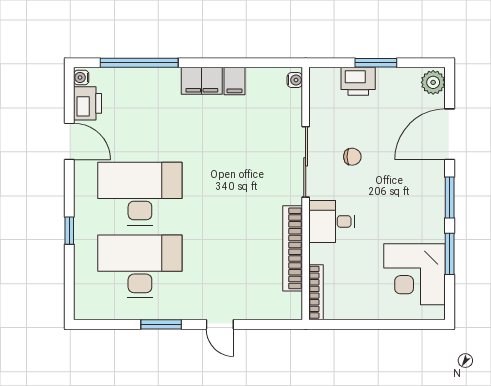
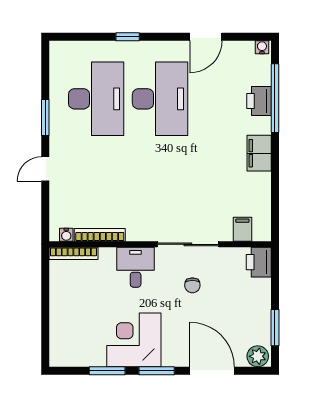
window: (376, 63) -> (275, 328), moved
water cooler: (295, 80) -> (66, 235), moved
filing cabinet: (234, 81) -> (242, 229), moved, turned 90
printer: (358, 81) -> (259, 262), moved
printer: (88, 103) -> (259, 101), moved, turned 90
bookcase: (293, 248) -> (100, 235), width x0.68, depth x0.76
corner desk: (415, 274) -> (134, 340), moved

